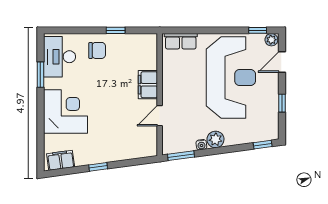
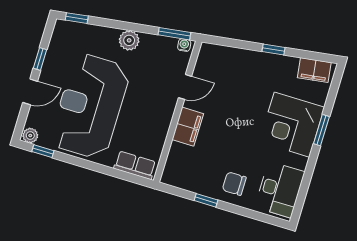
door: (282, 62) -> (30, 92), moved
window: (40, 75) -> (321, 130), moved
water cooler: (201, 145) -> (184, 45), moved

